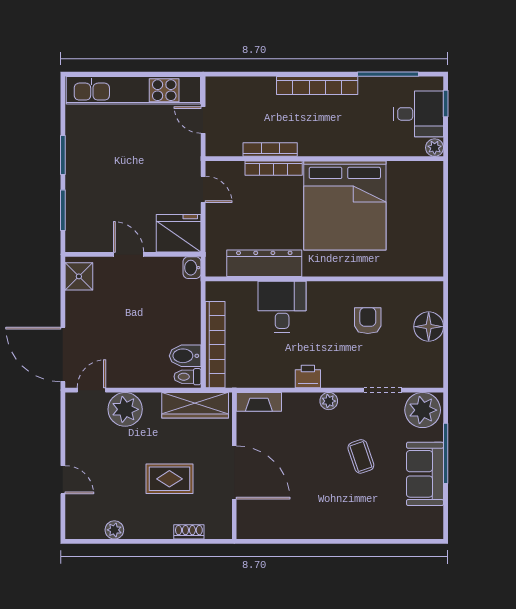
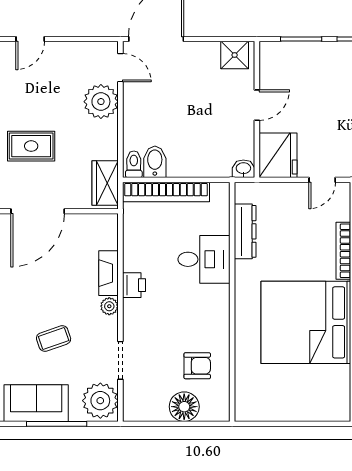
dresser: (264, 263) -> (245, 231), width x0.73, depth x0.80
armchair: (368, 321) -> (197, 366), moved
fireplace: (259, 402) -> (108, 273), moved
wardrobe: (195, 405) -> (105, 183), width x0.67
rug: (169, 479) -> (31, 146), turned 90

